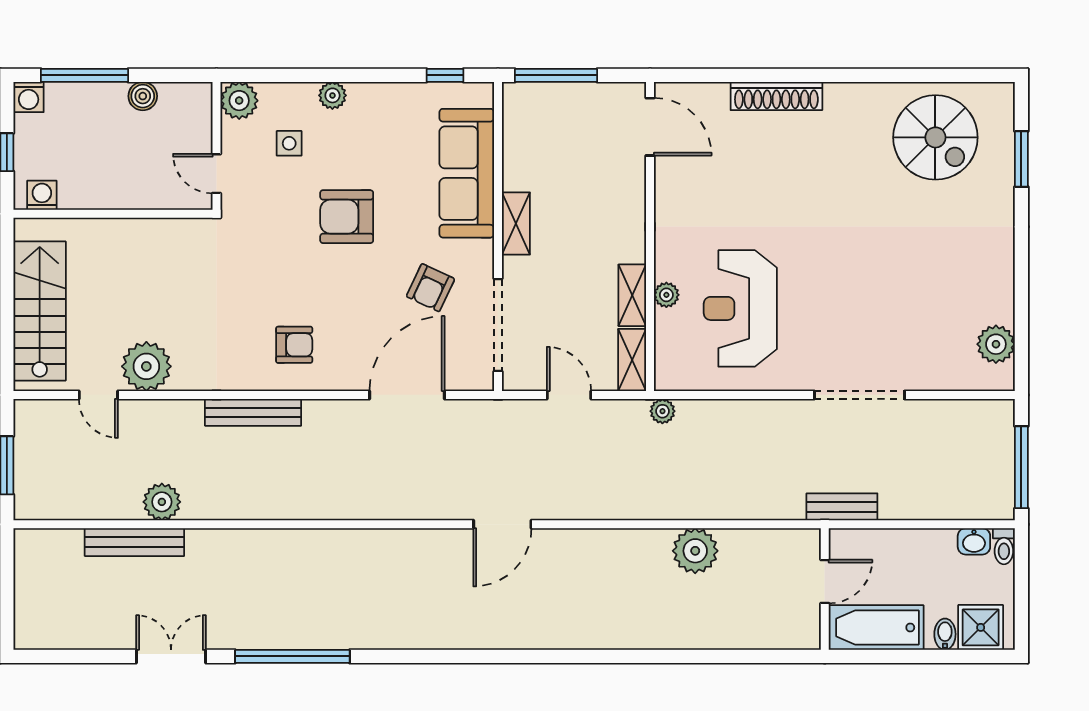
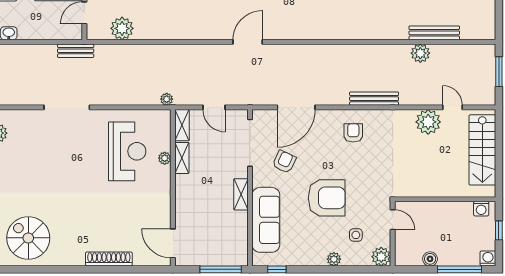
armchair: (347, 217) -> (327, 198), width x1.36, depth x1.36
armchair: (294, 345) -> (353, 133), turned 90
plant: (695, 551) -> (122, 28), moved

